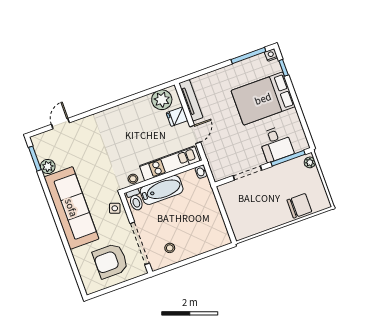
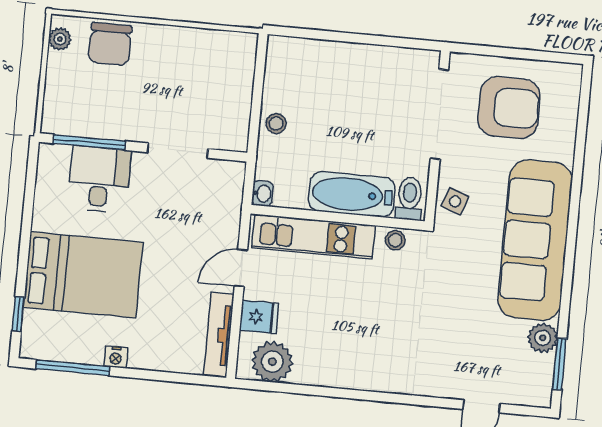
nightstand: (271, 55) -> (116, 357), moved
plant: (310, 162) -> (60, 39), moved
chair: (299, 206) -> (110, 44), turned -90
stool: (170, 248) -> (276, 123), moved

